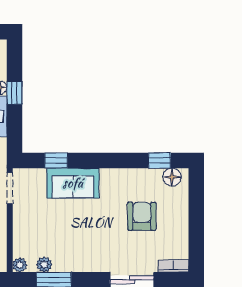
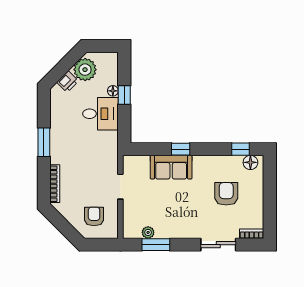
window: (56, 160) -> (181, 149), moved
doorway: (10, 188) -> (120, 187), moved
plant: (20, 265) -> (129, 233), removed

